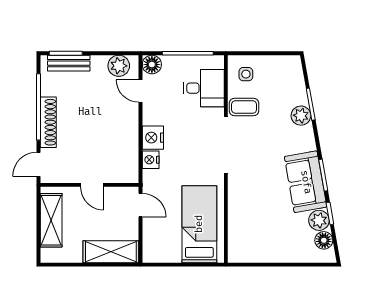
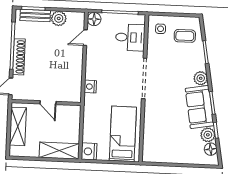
plant: (119, 66) -> (59, 18), moved
door: (141, 91) -> (85, 38), hinge flipped
coffee table: (244, 107) -> (185, 36), moved
plant: (301, 116) -> (201, 78), moved
nightstand: (153, 138) -> (89, 151), moved
door: (141, 205) -> (82, 119), removed

